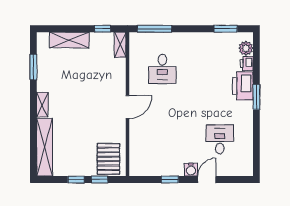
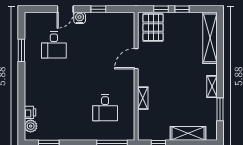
shelving: (120, 45) -> (143, 98), moved
desk: (162, 69) -> (105, 108), turned 180
printer: (243, 86) -> (33, 93), removed
window: (256, 97) -> (21, 50), moved
shelving: (42, 105) -> (212, 87), moved
door: (127, 107) -> (136, 59), moved

